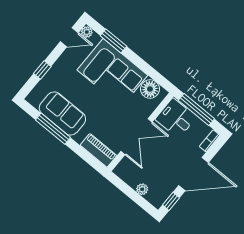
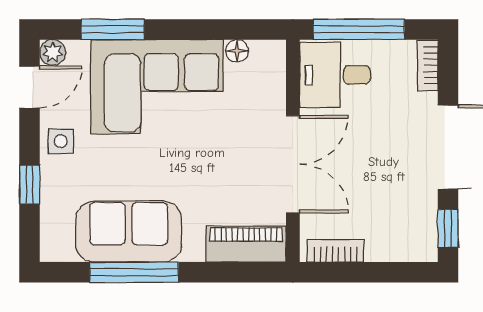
side table: (65, 64) -> (61, 141), added
floor lamp: (150, 89) -> (237, 51), width x0.53, depth x0.53
bookcase: (127, 178) -> (335, 251), added
plant: (142, 189) -> (380, 249), removed

